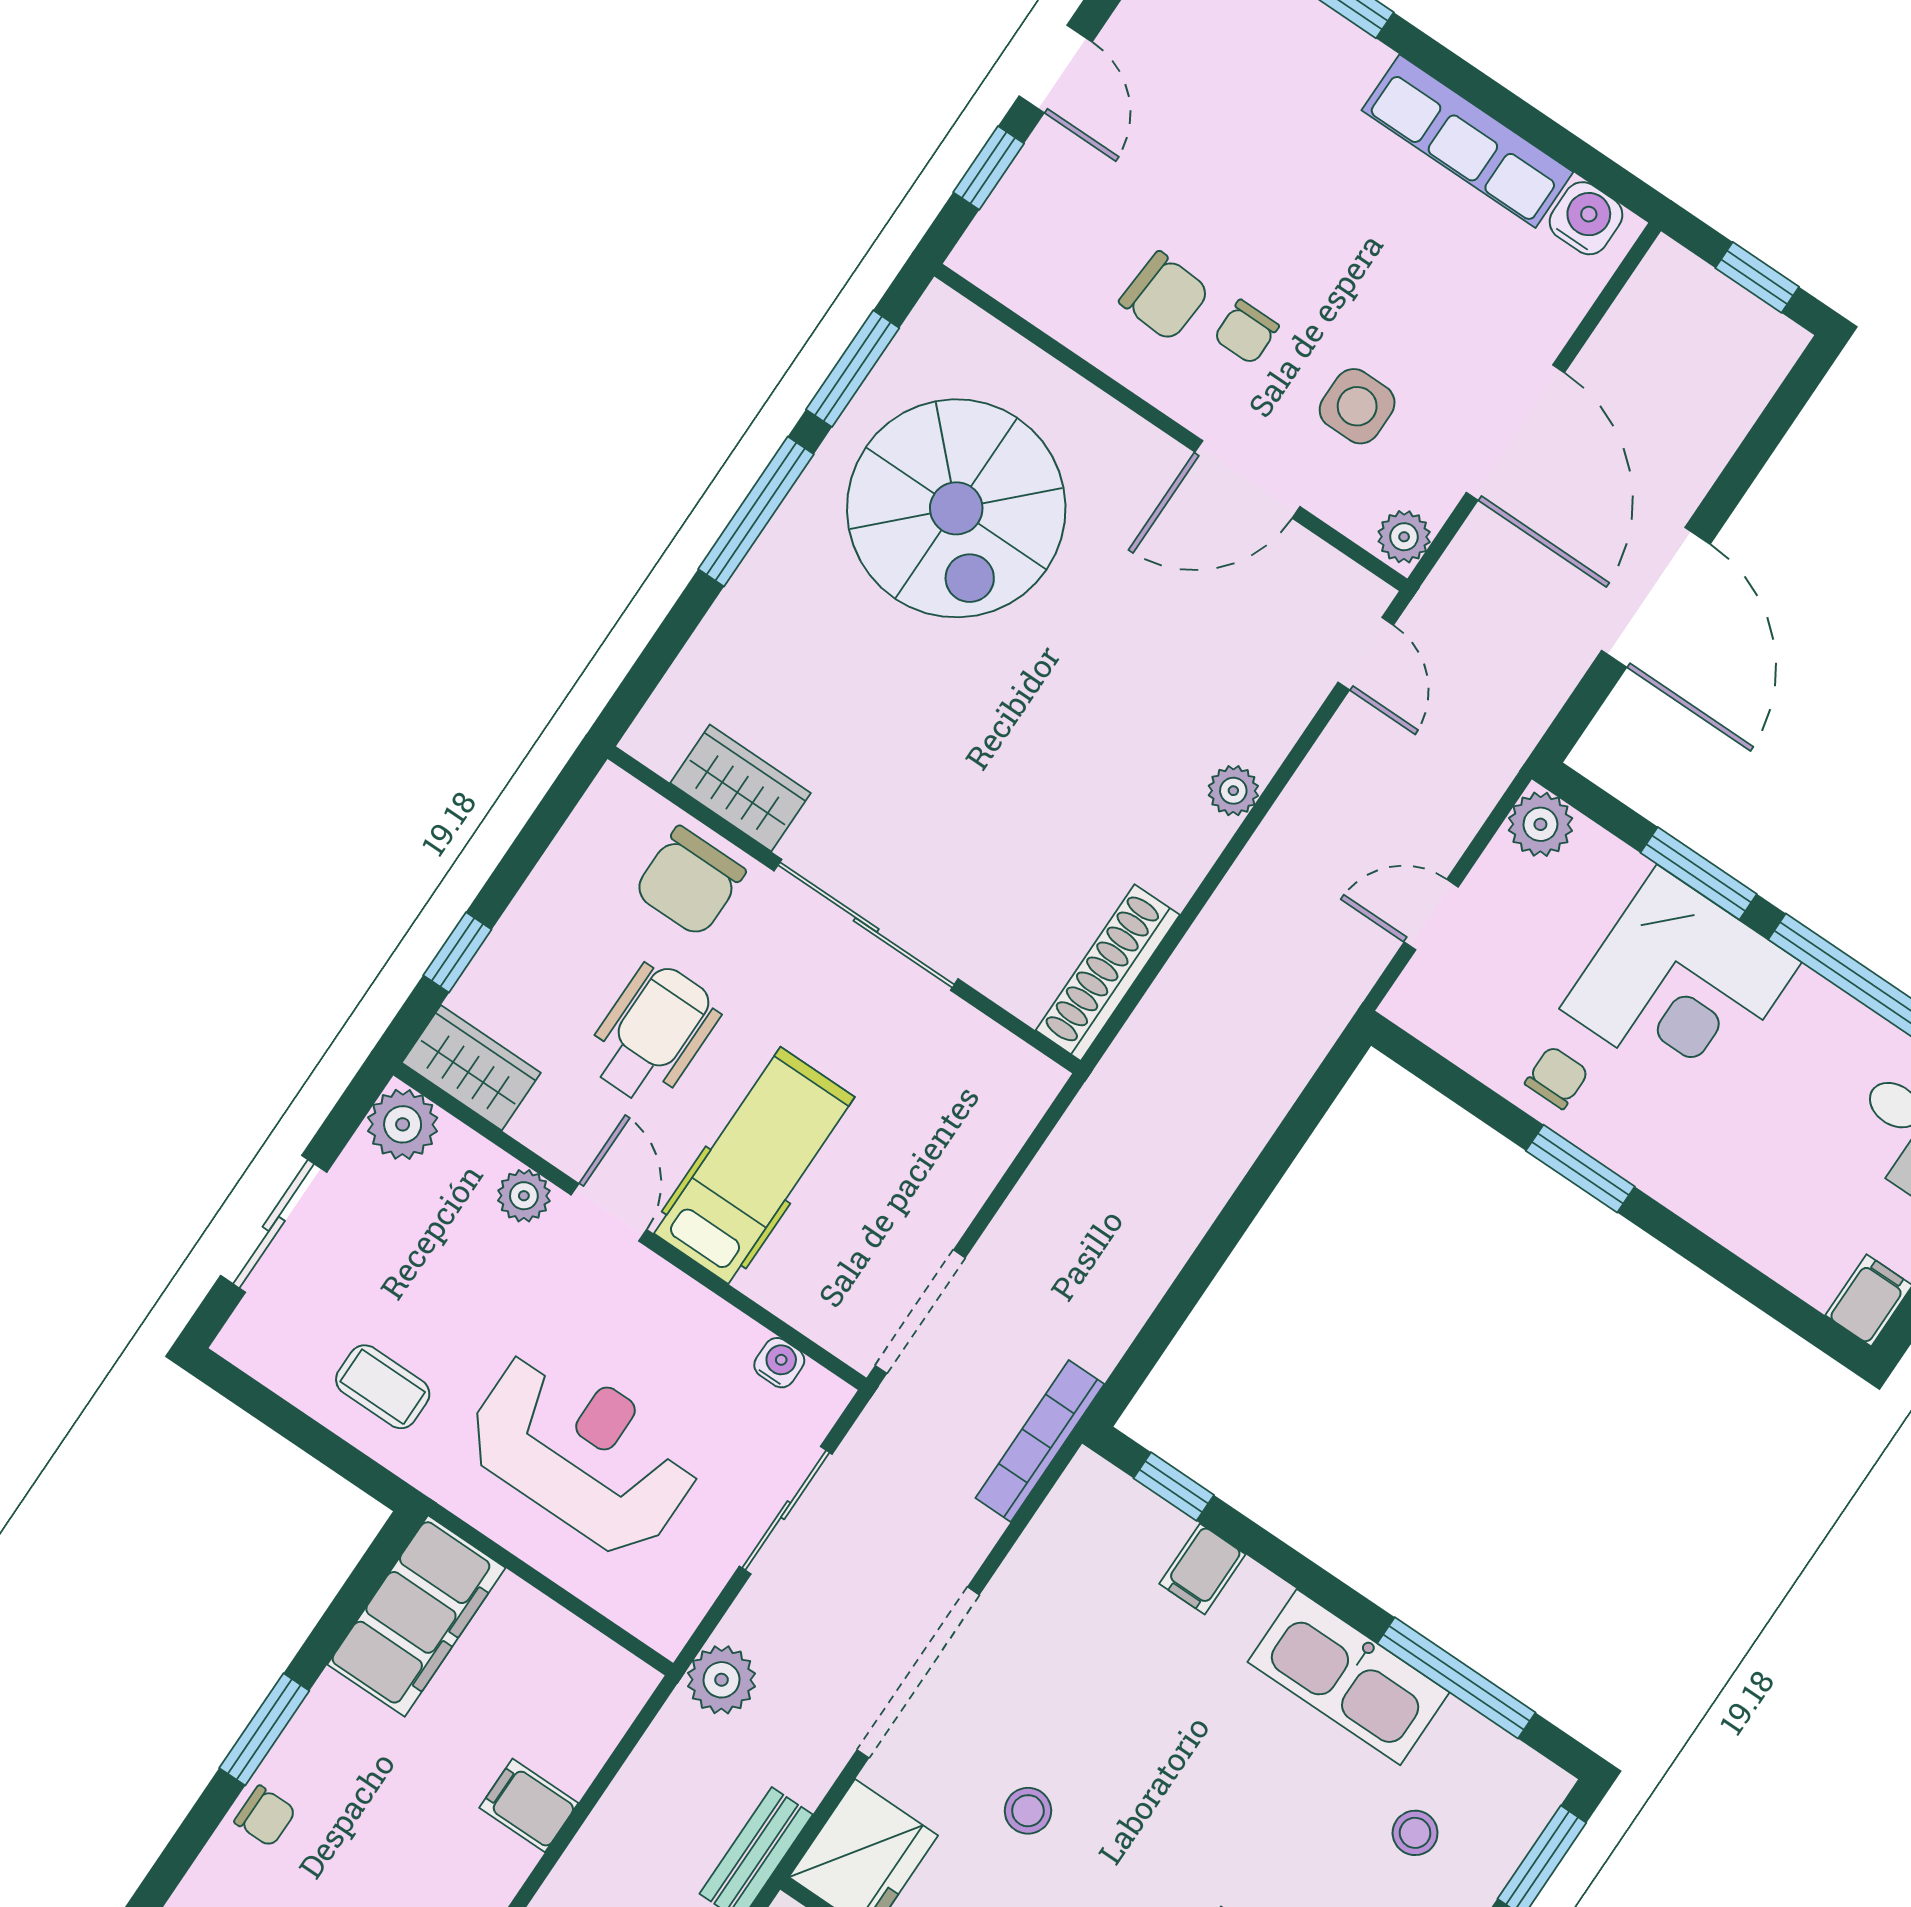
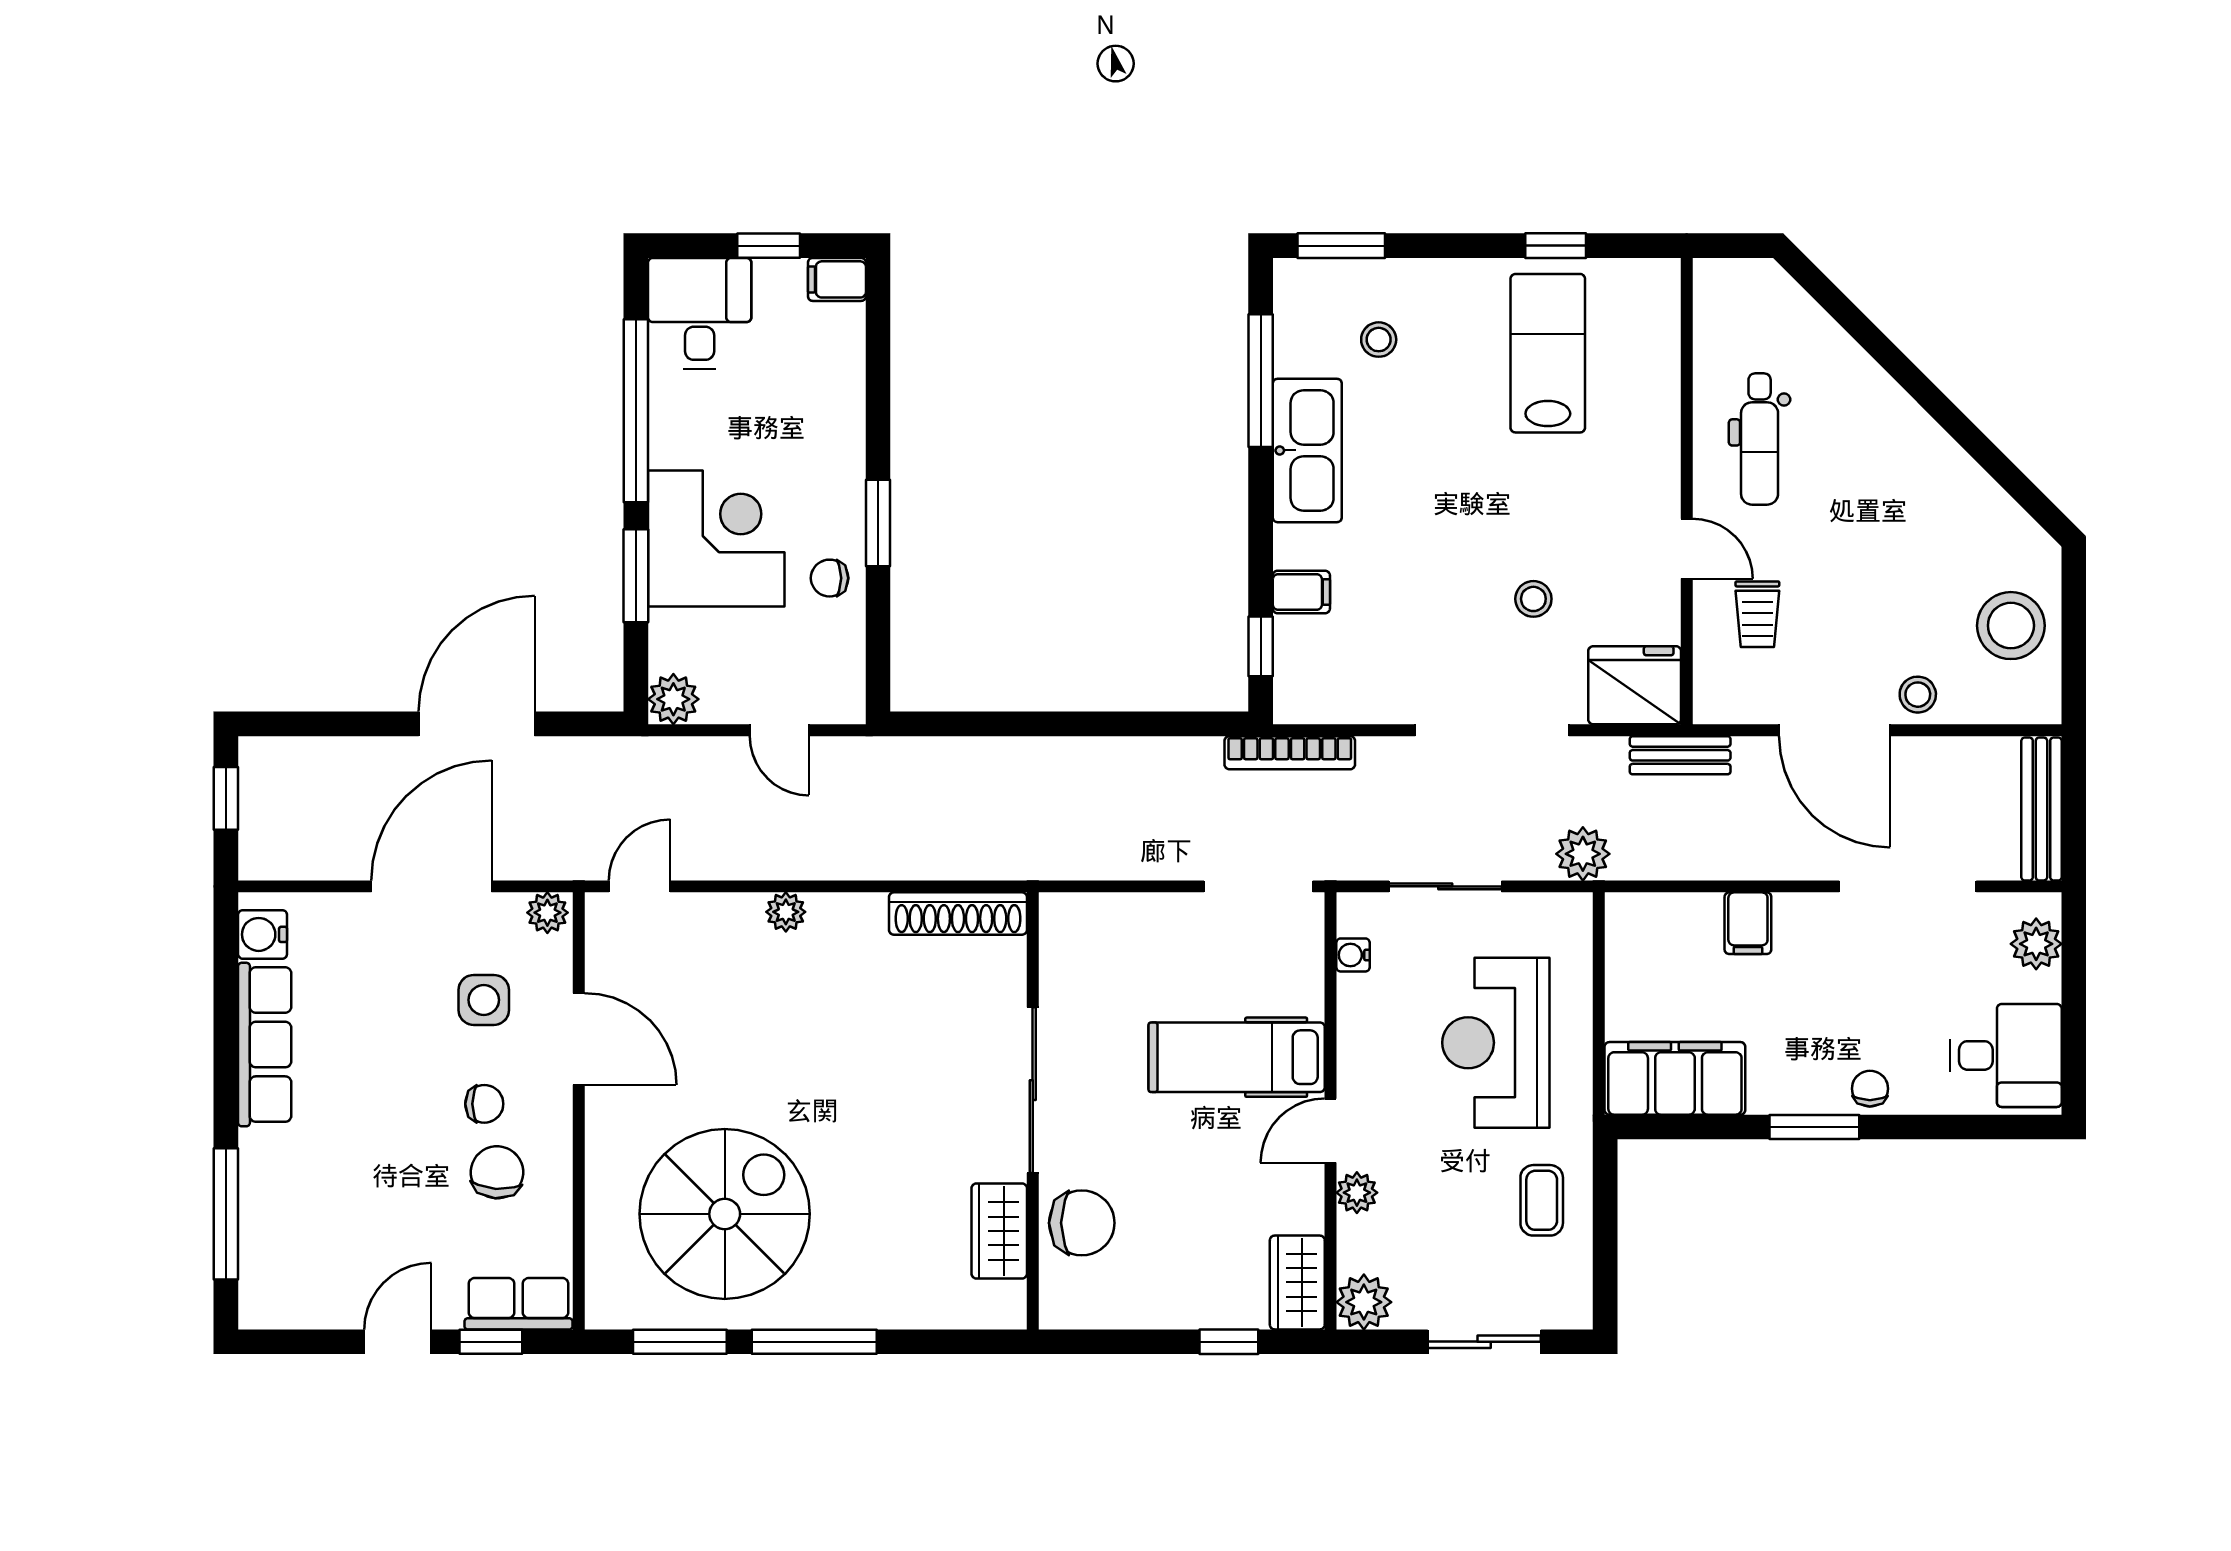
row of seats: (1009, 225) -> (518, 1304), added
wheelchair: (652, 1033) -> (1196, 1181), removed

